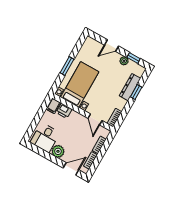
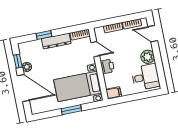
door: (111, 46) -> (23, 88), width x1.88
dresser: (130, 87) -> (56, 41), moved
printer: (64, 111) -> (107, 66), moved
door: (95, 119) -> (95, 49), hinge flipped

